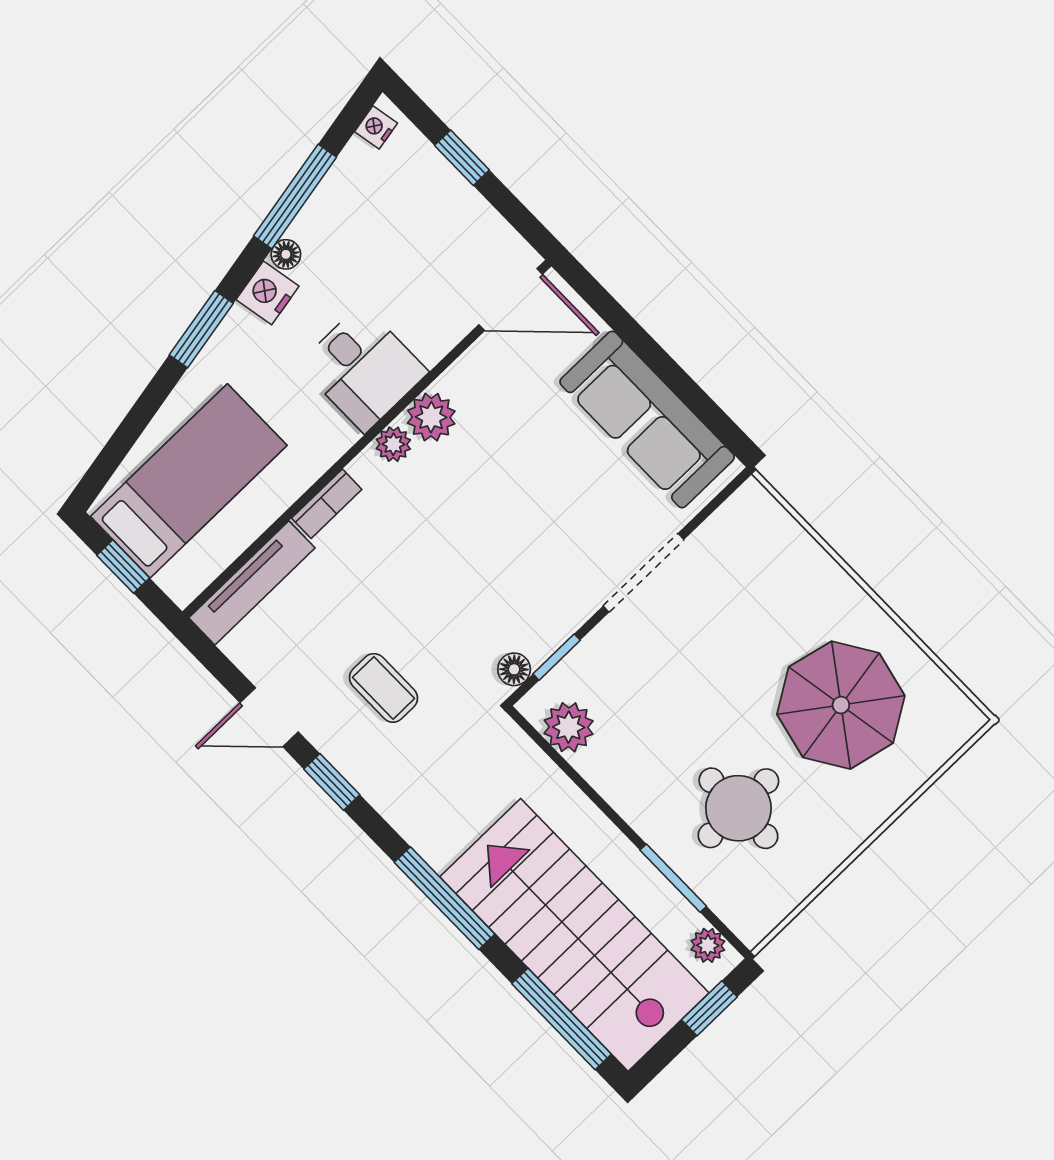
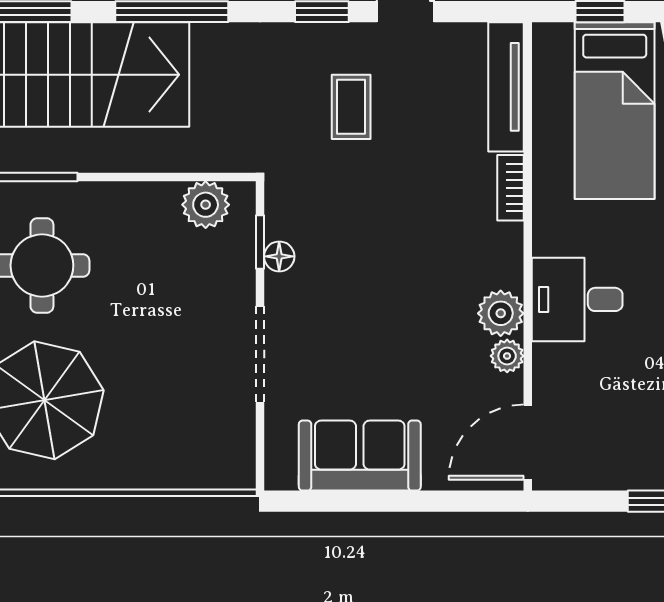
sofa: (647, 419) -> (360, 456), width x0.73
plant: (393, 444) -> (507, 356), moved
floor lamp: (514, 669) -> (279, 256), moved
coffee table: (383, 688) -> (351, 107), turned 90

